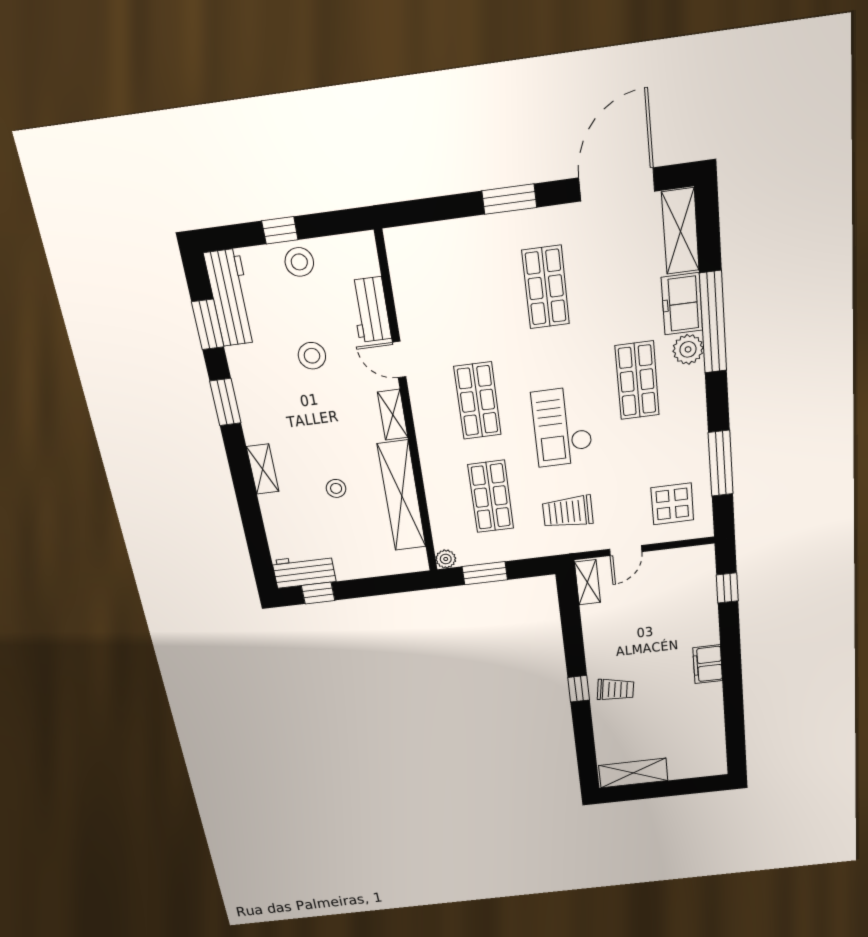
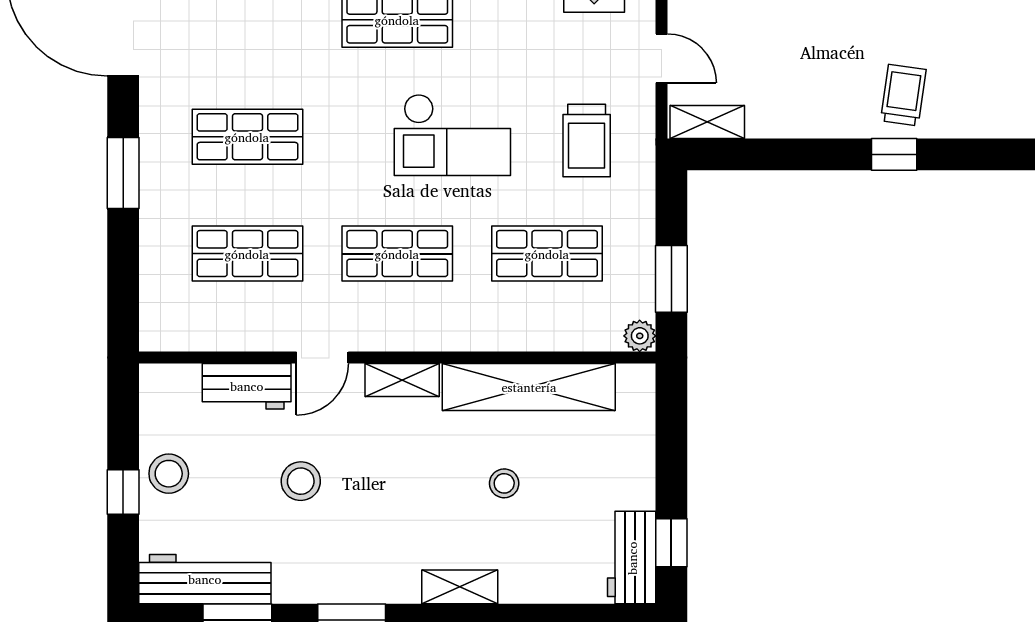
shop shelf: (463, 298) -> (247, 254), added

